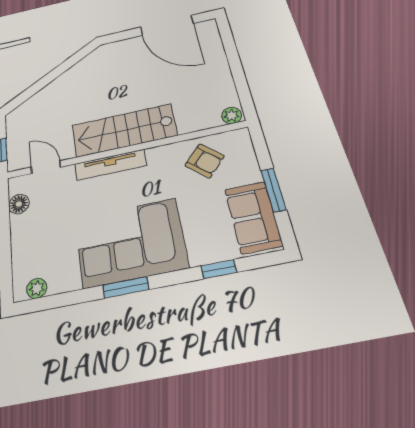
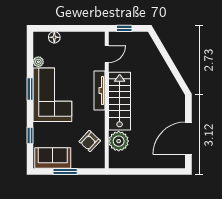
plant: (232, 115) -> (119, 141), moved, width x1.87, depth x1.87
floor lamp: (19, 204) -> (54, 37), moved
plant: (37, 288) -> (38, 62), moved

